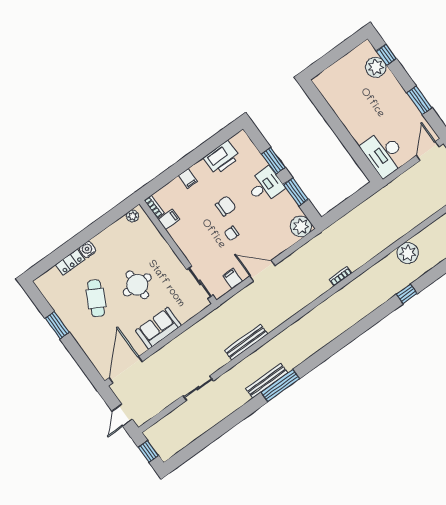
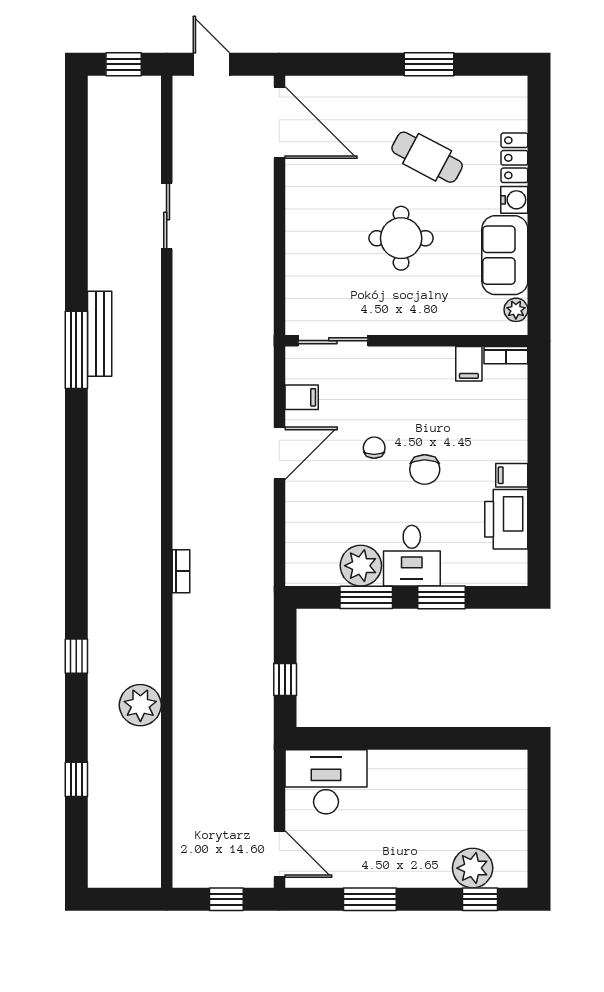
filing cabinet: (188, 179) -> (512, 475), moved
window: (354, 201) -> (285, 679), added
plant: (301, 226) -> (361, 566), moved
sofa: (158, 328) -> (505, 255), moved, turned 180
bench: (246, 342) -> (185, 345), removed

